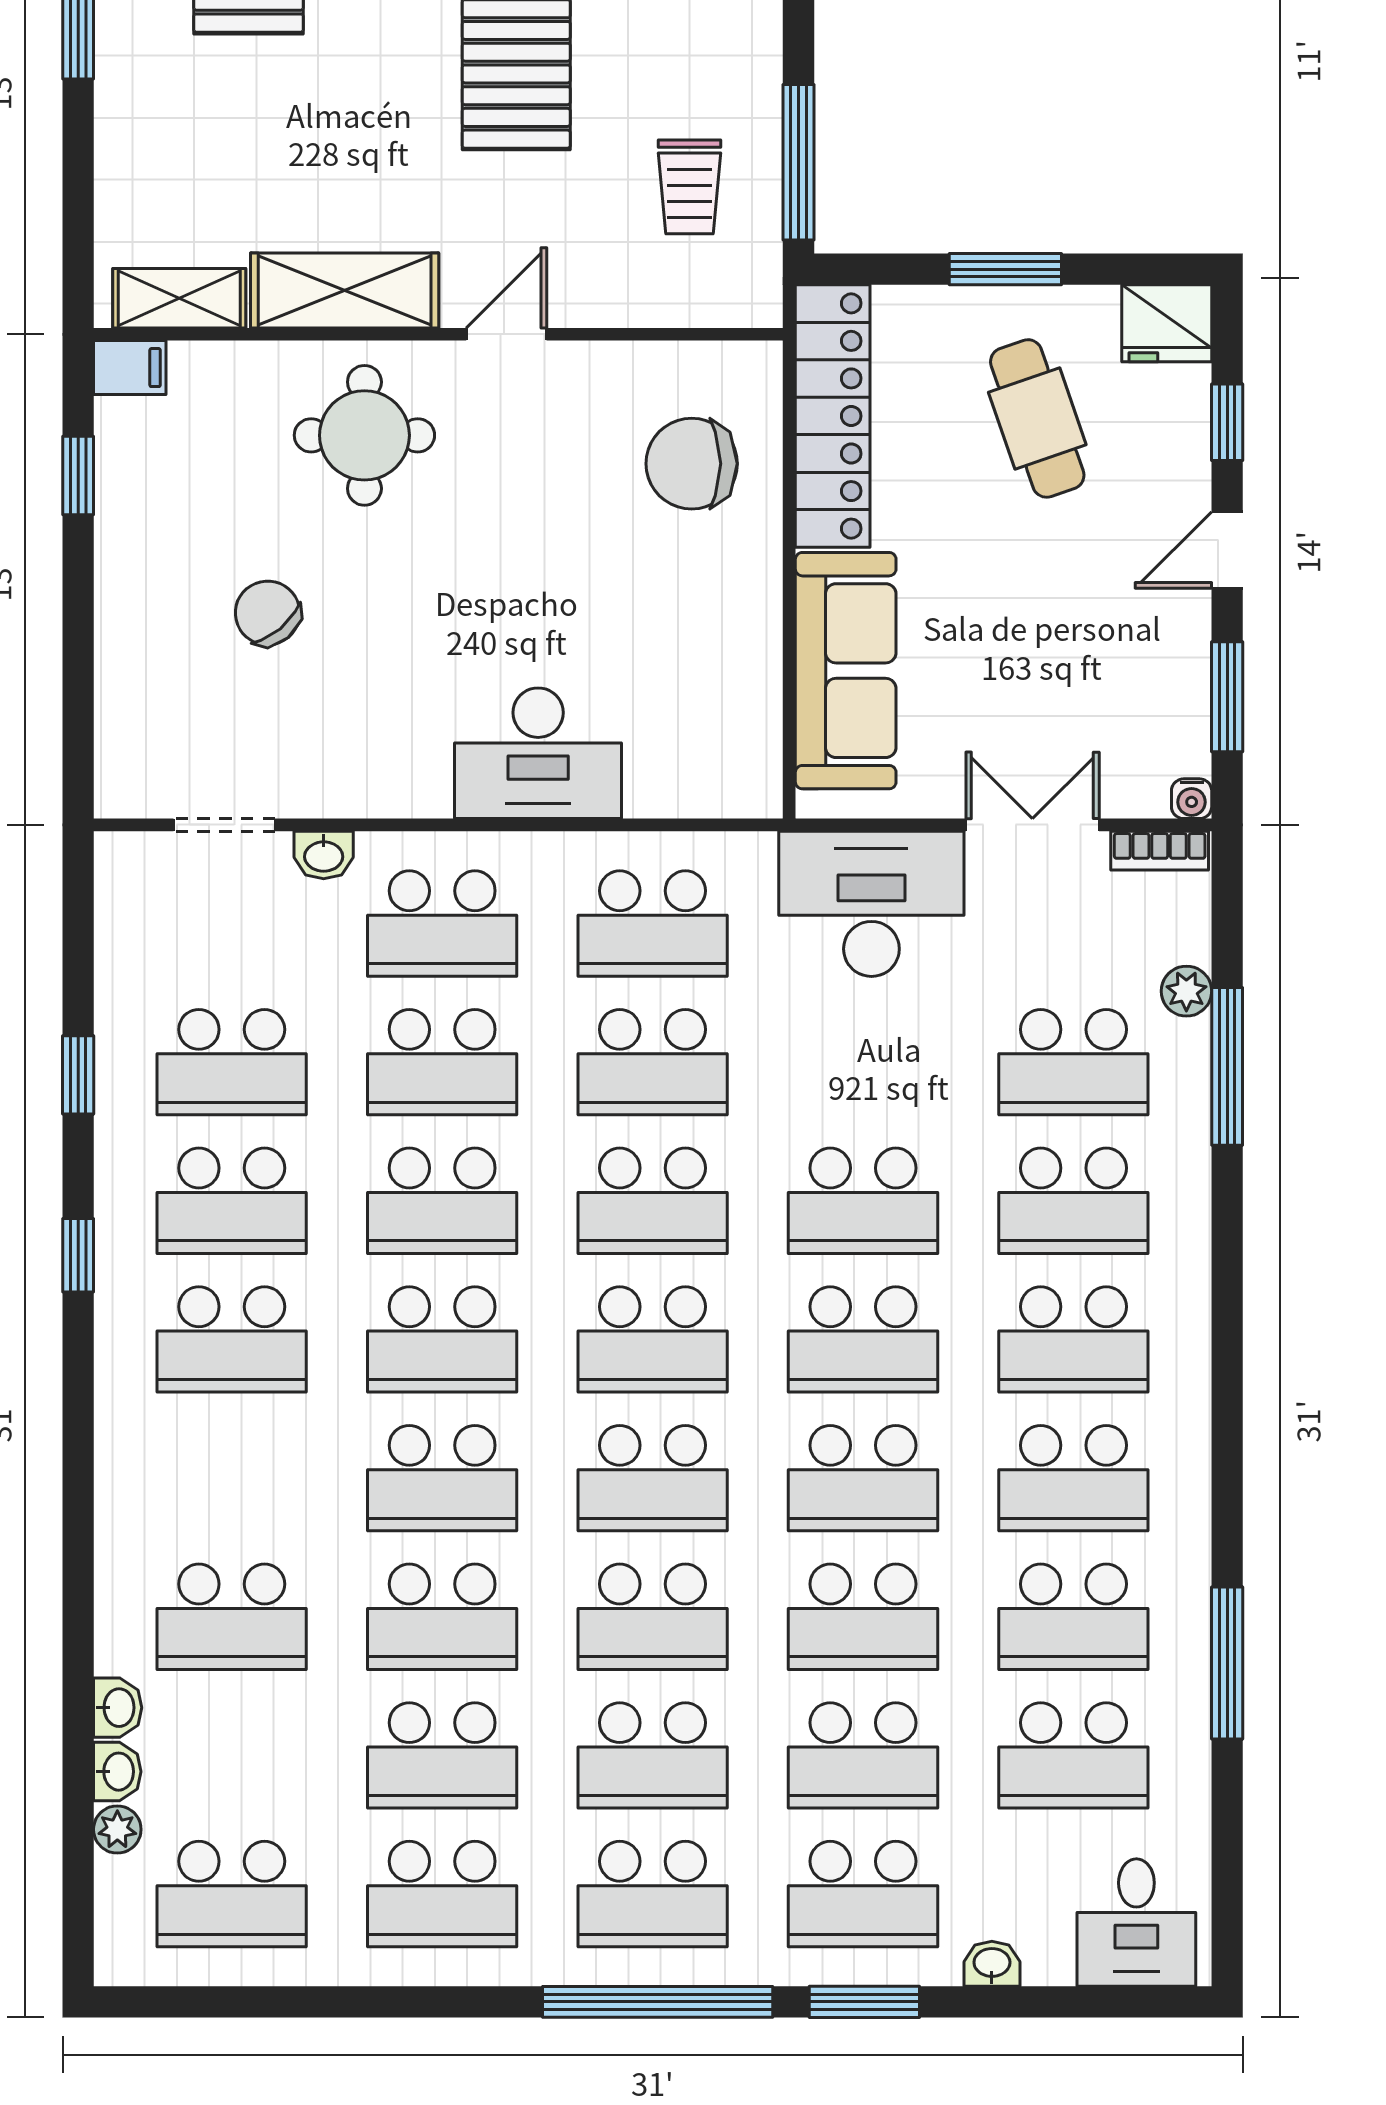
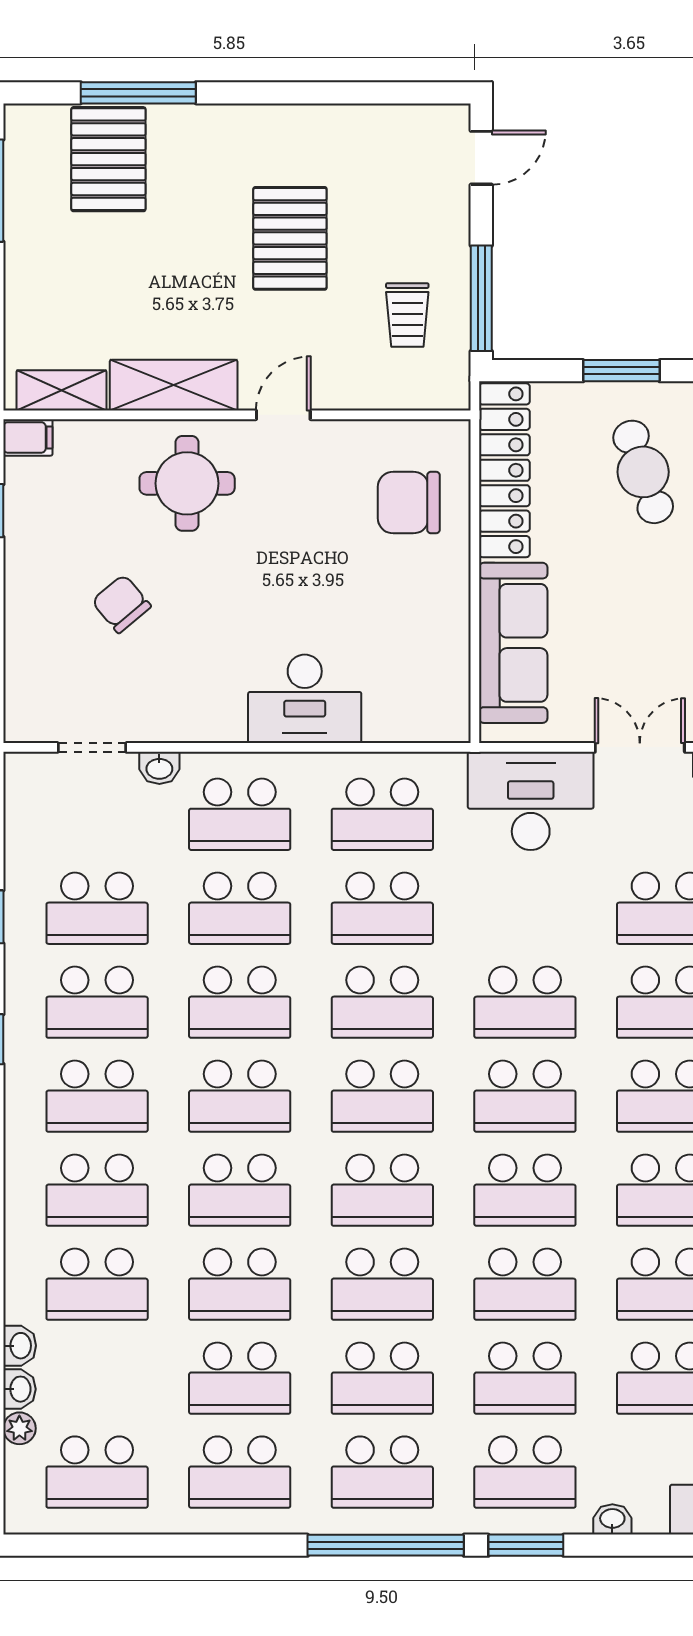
school desk: (232, 1478) -> (97, 1190), added

